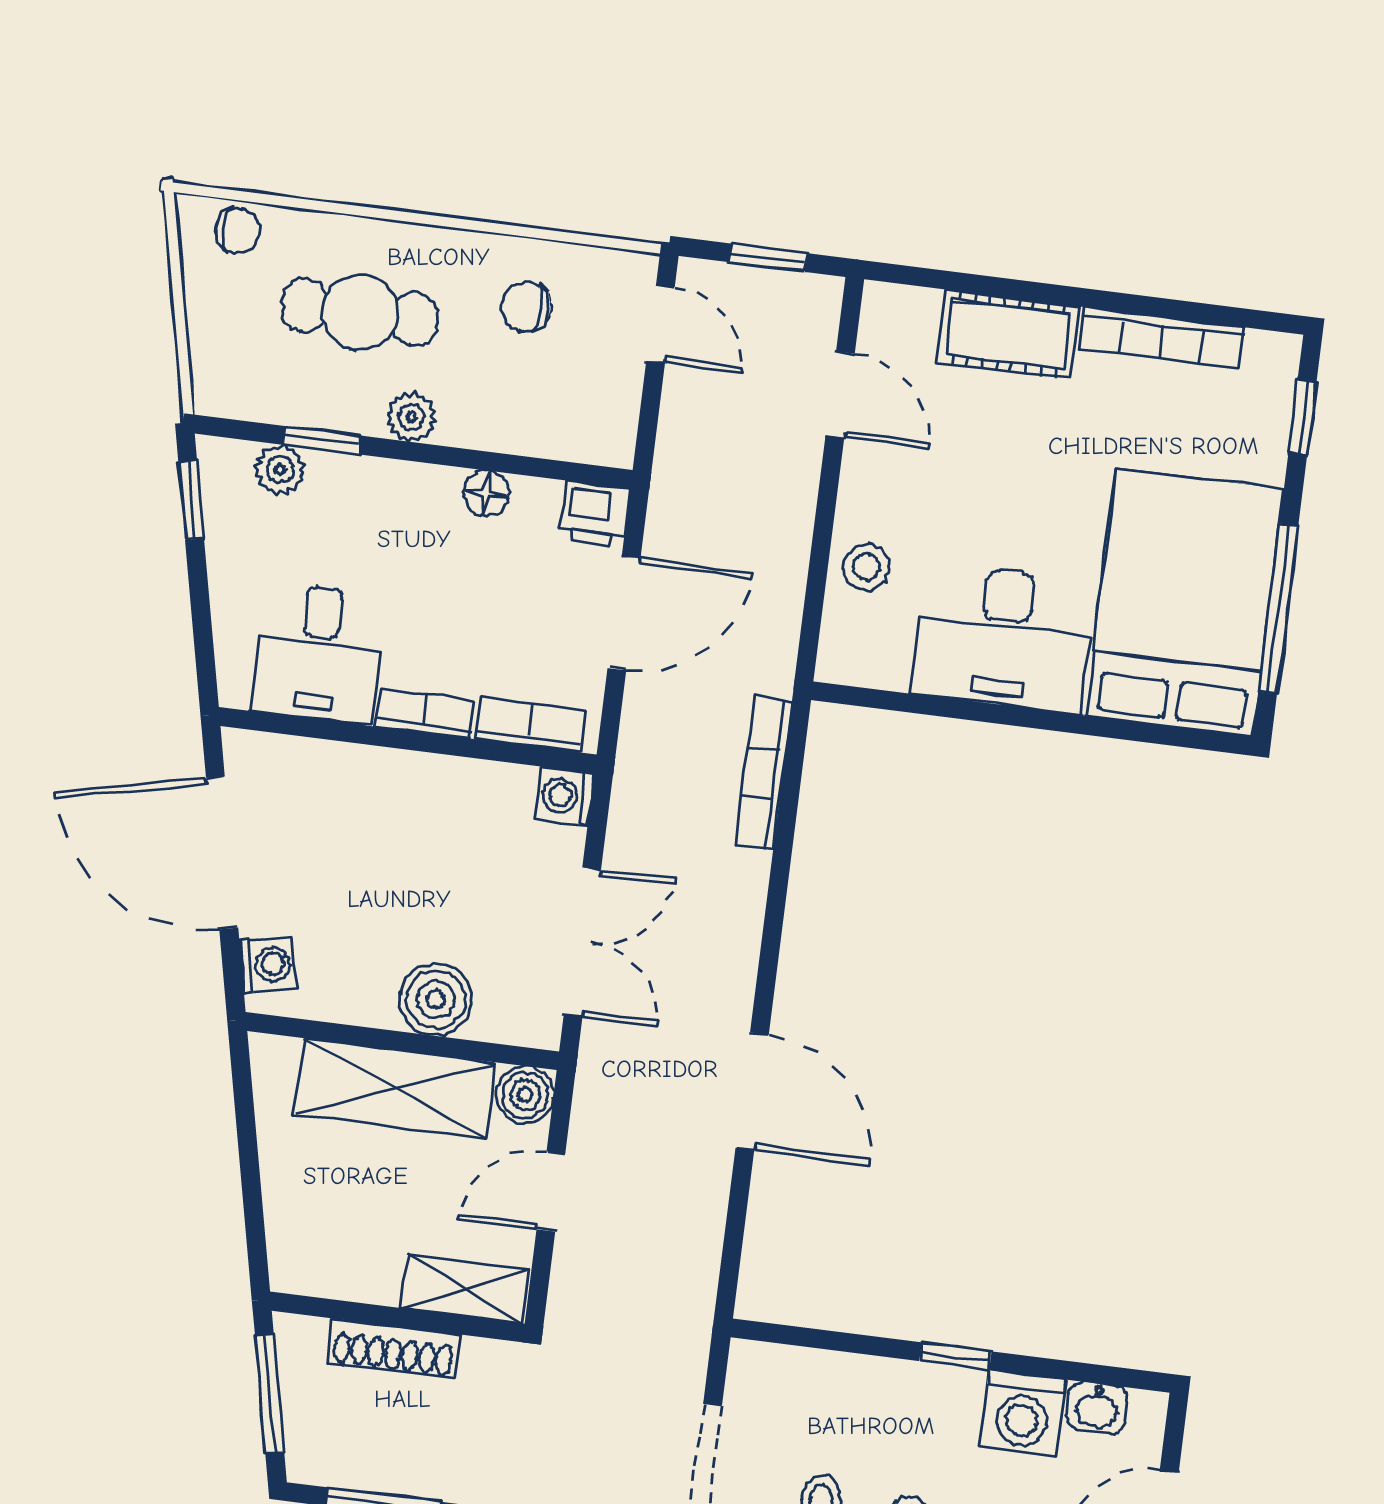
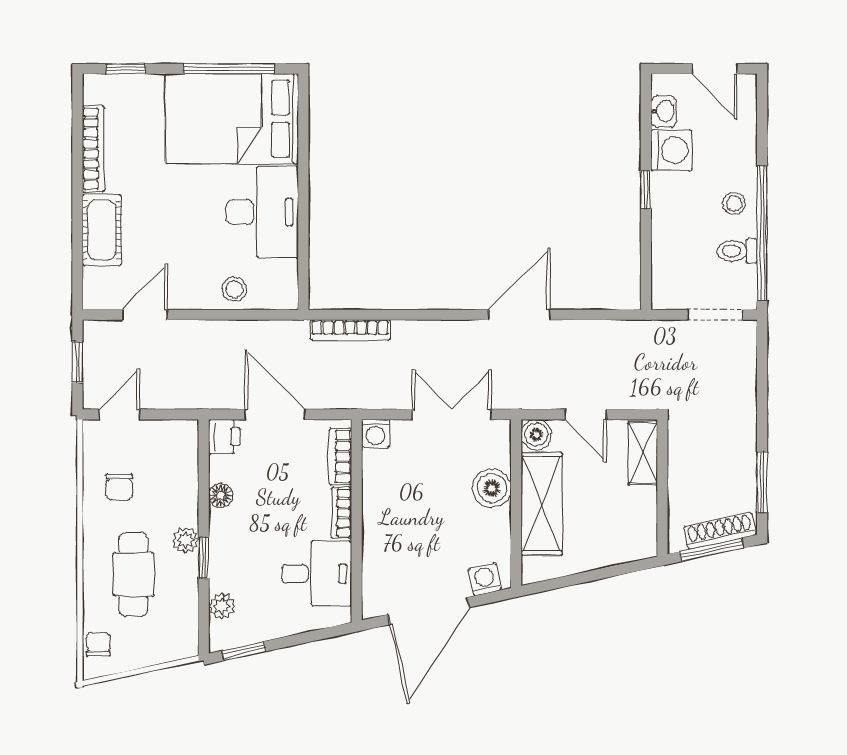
window: (322, 440) -> (204, 558), moved
shoe rack: (394, 1348) -> (720, 531), moved, turned -102

